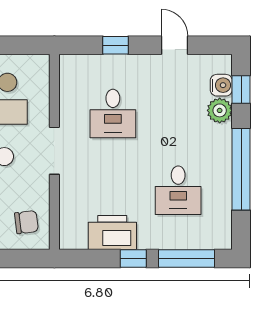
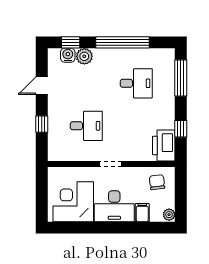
doorway: (54, 151) -> (111, 164), width x0.73
printer: (112, 233) -> (164, 145), moved
window: (133, 259) -> (181, 129), moved

